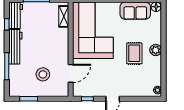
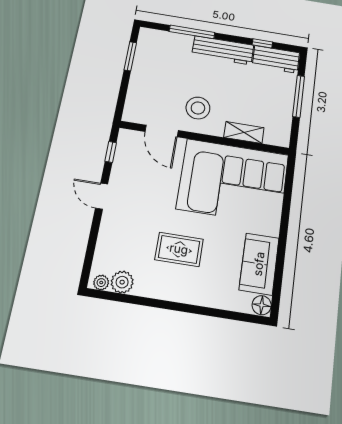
shelving: (64, 16) -> (244, 133), moved
plant: (156, 50) -> (122, 282), moved
stool: (43, 74) -> (198, 108), moved

